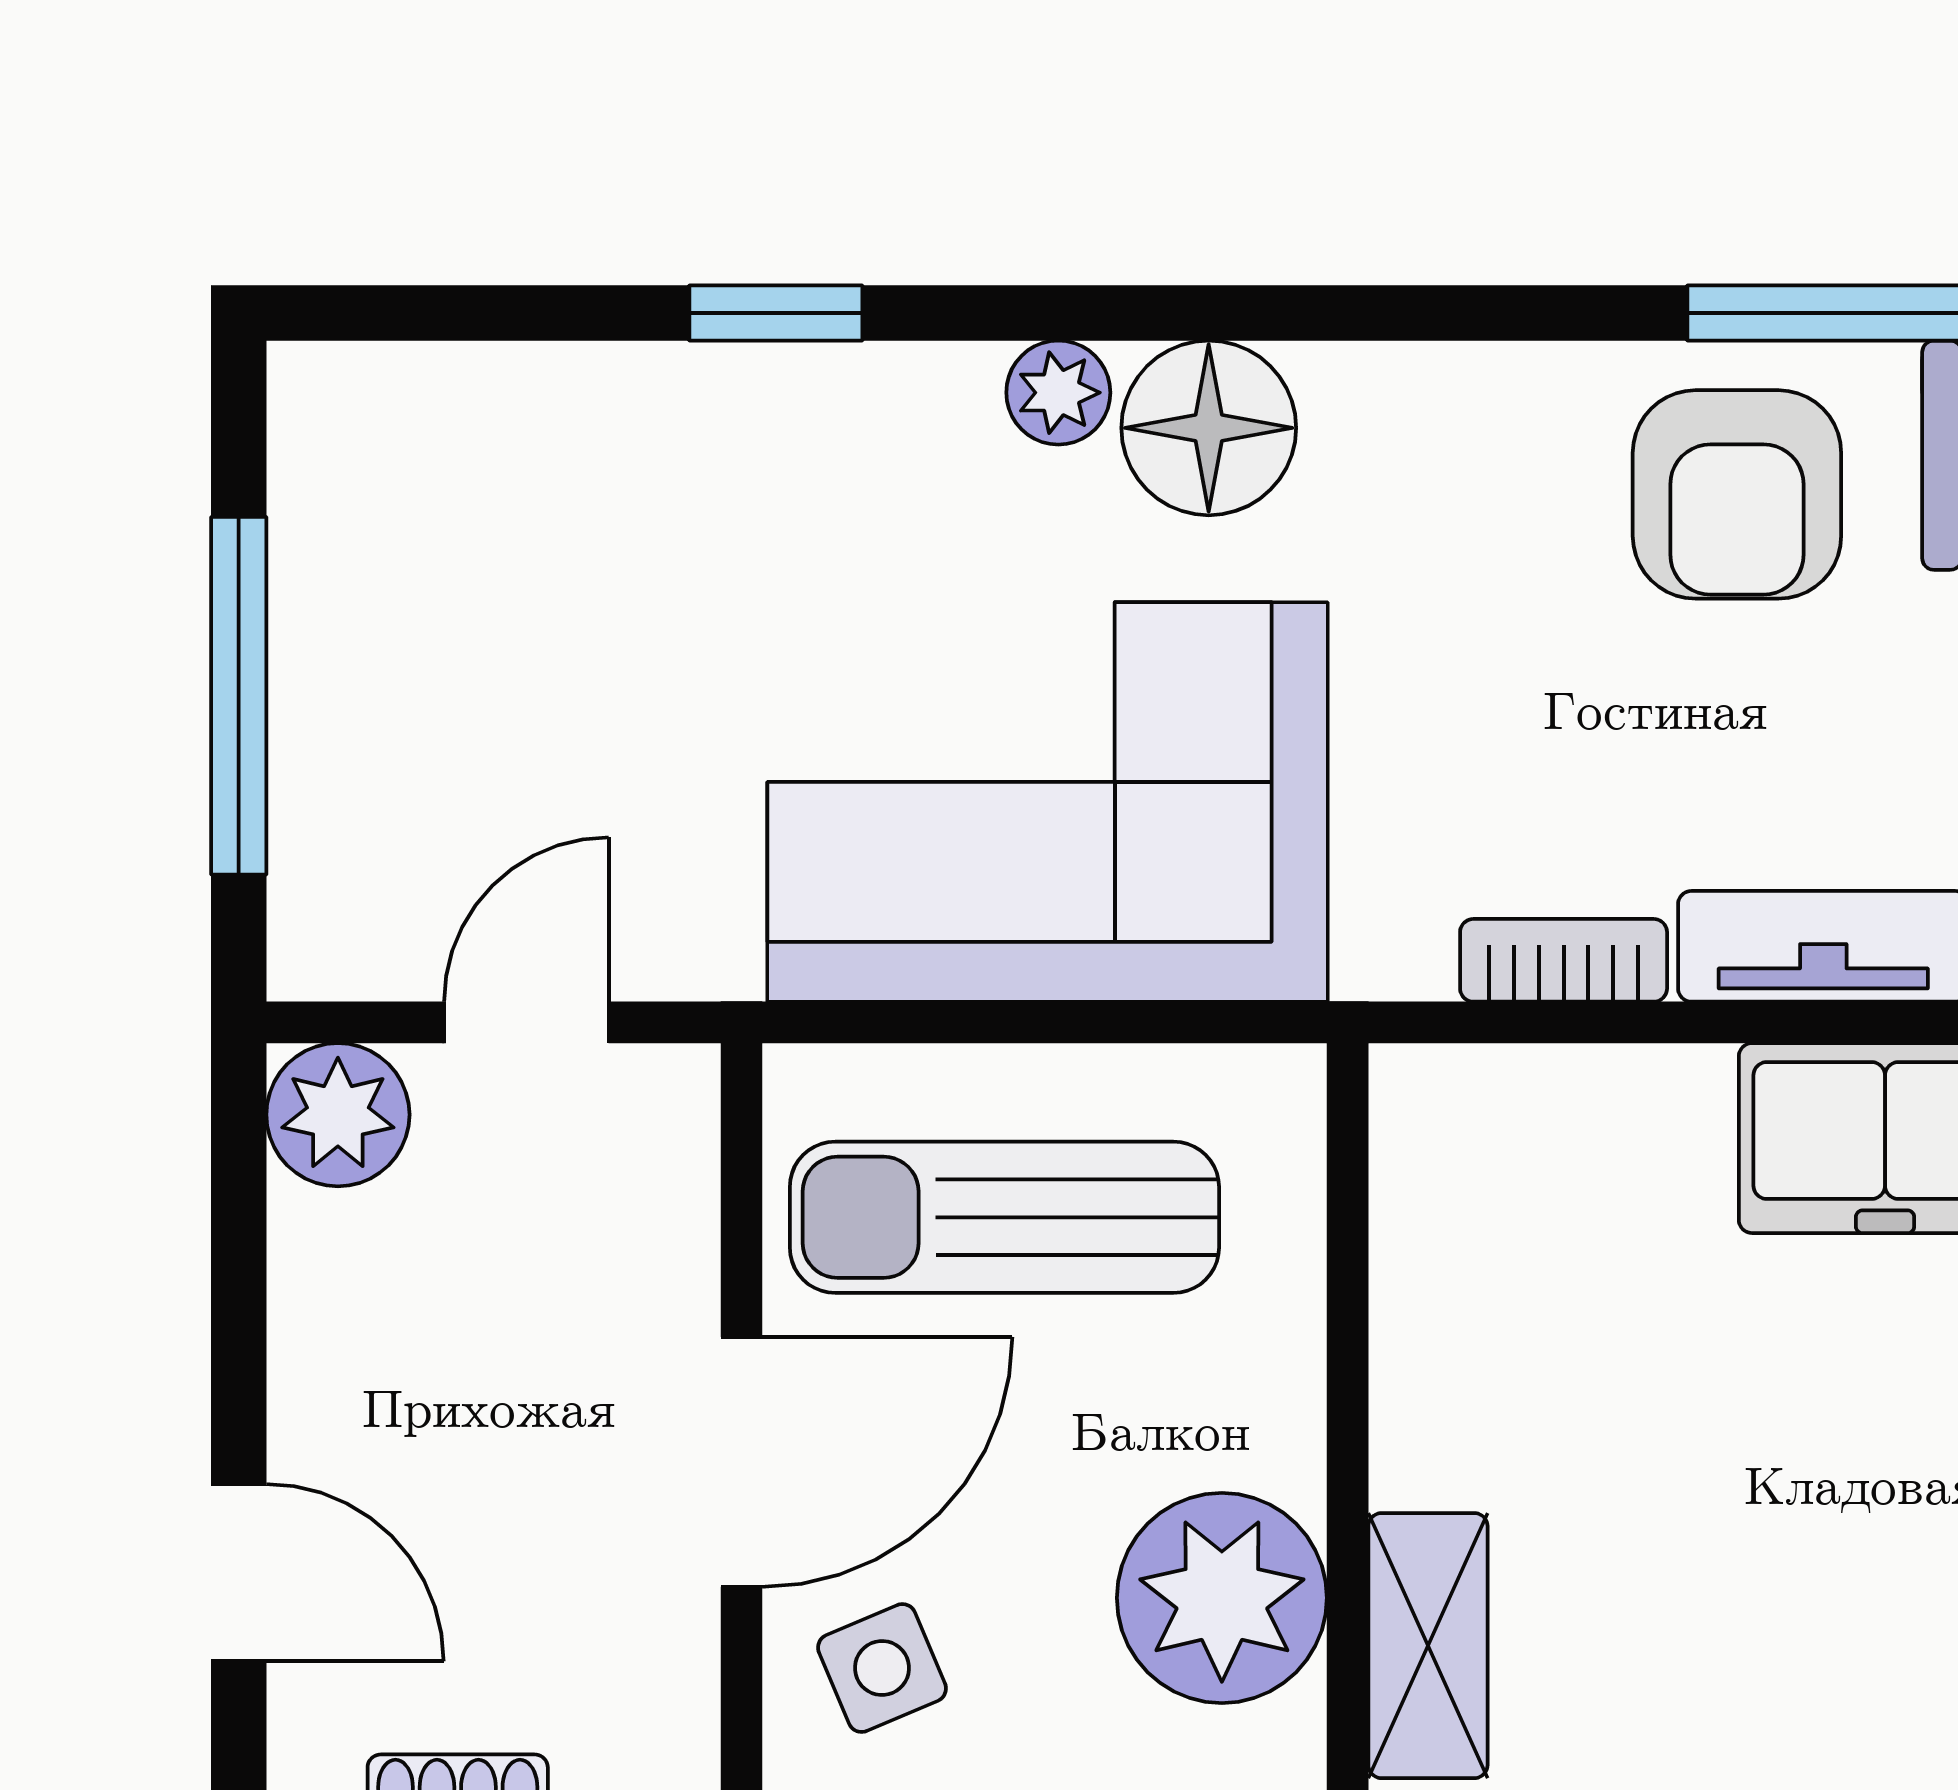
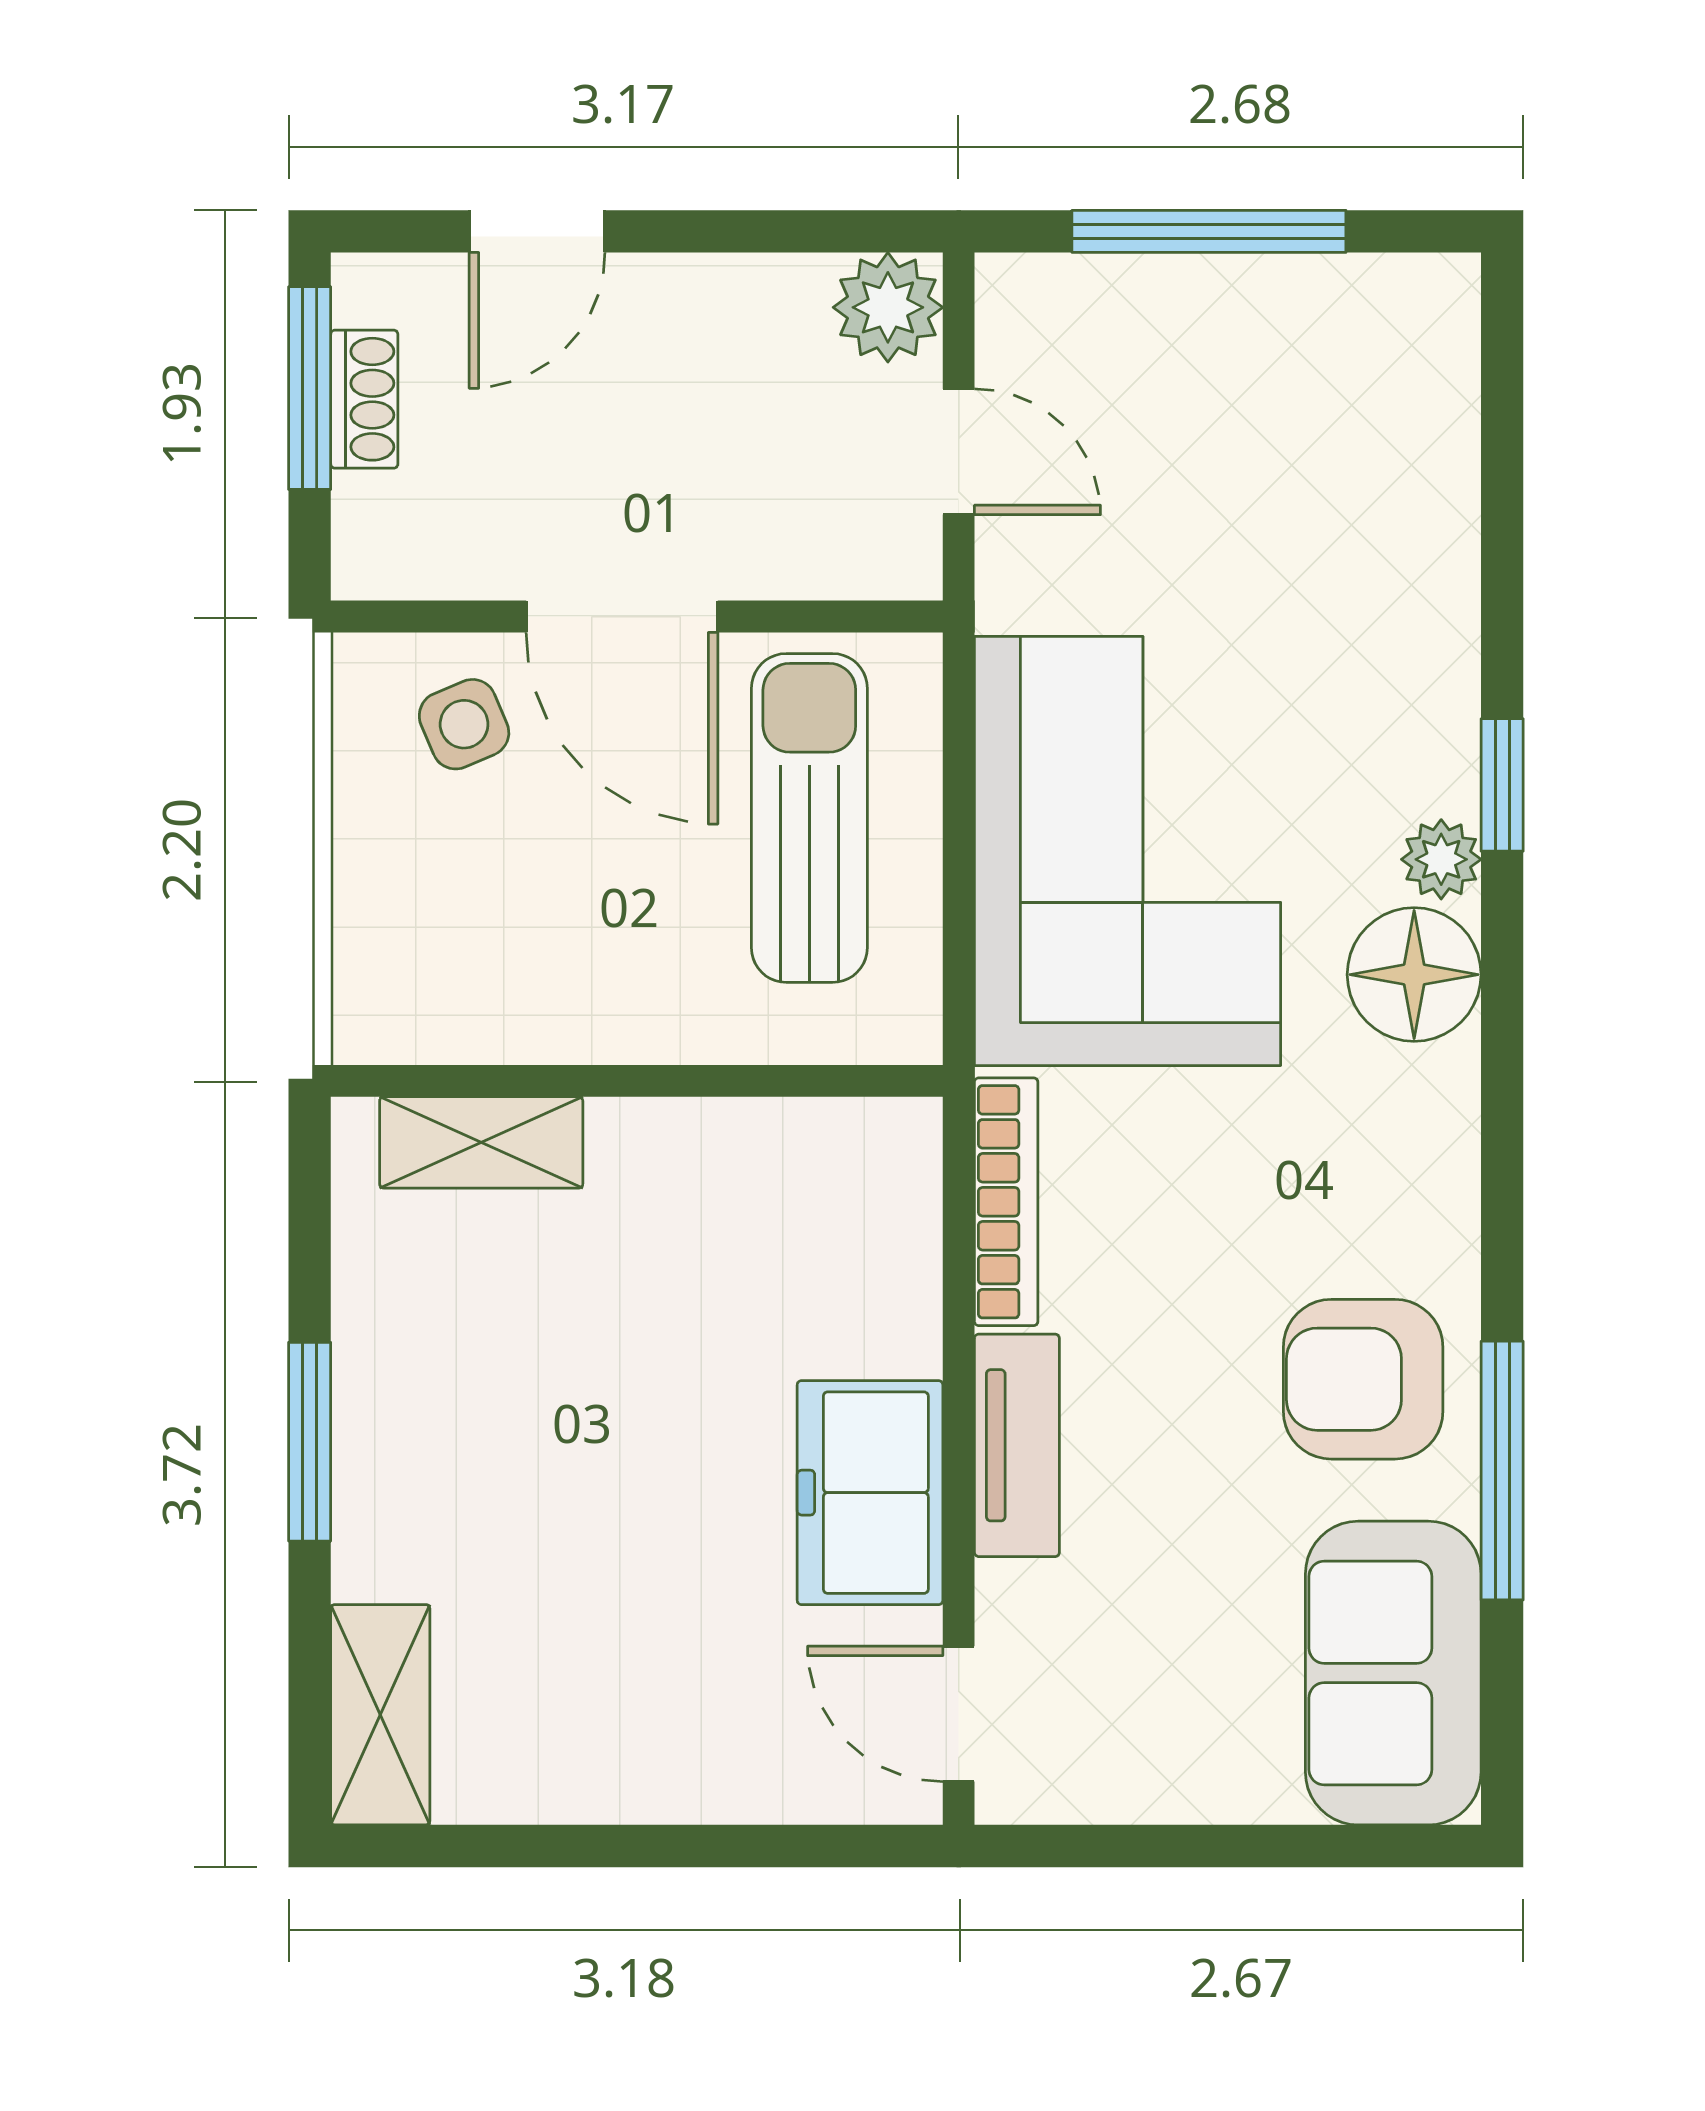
window: (776, 313) -> (1502, 785), moved
bookcase: (1564, 960) -> (1006, 1202), width x1.56
plant: (1222, 1598) -> (518, 985), removed

